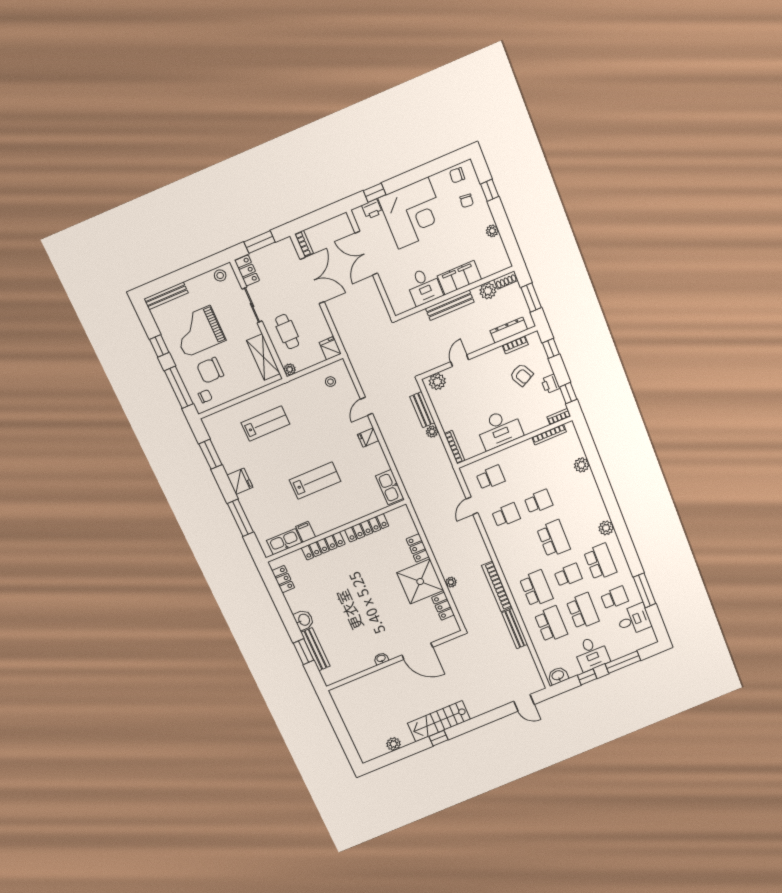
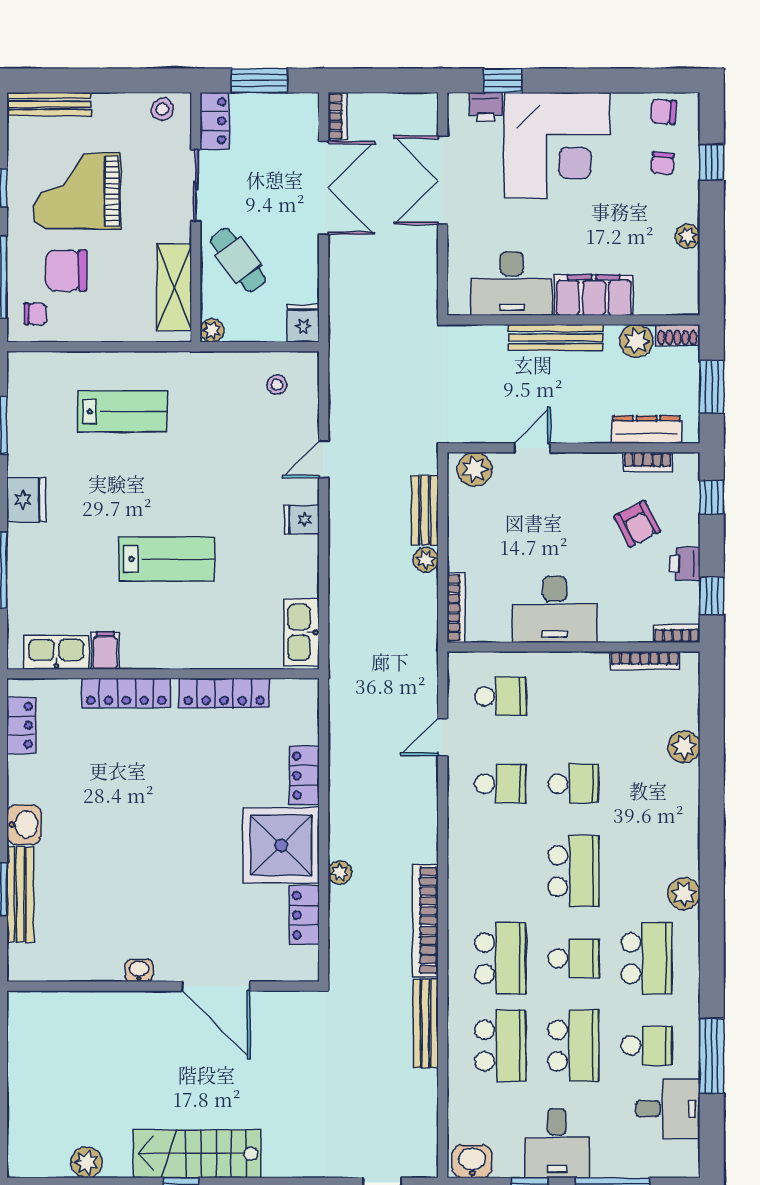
desk: (424, 286) -> (512, 284), width x1.37
cafe table: (287, 332) -> (238, 260), turned -37

